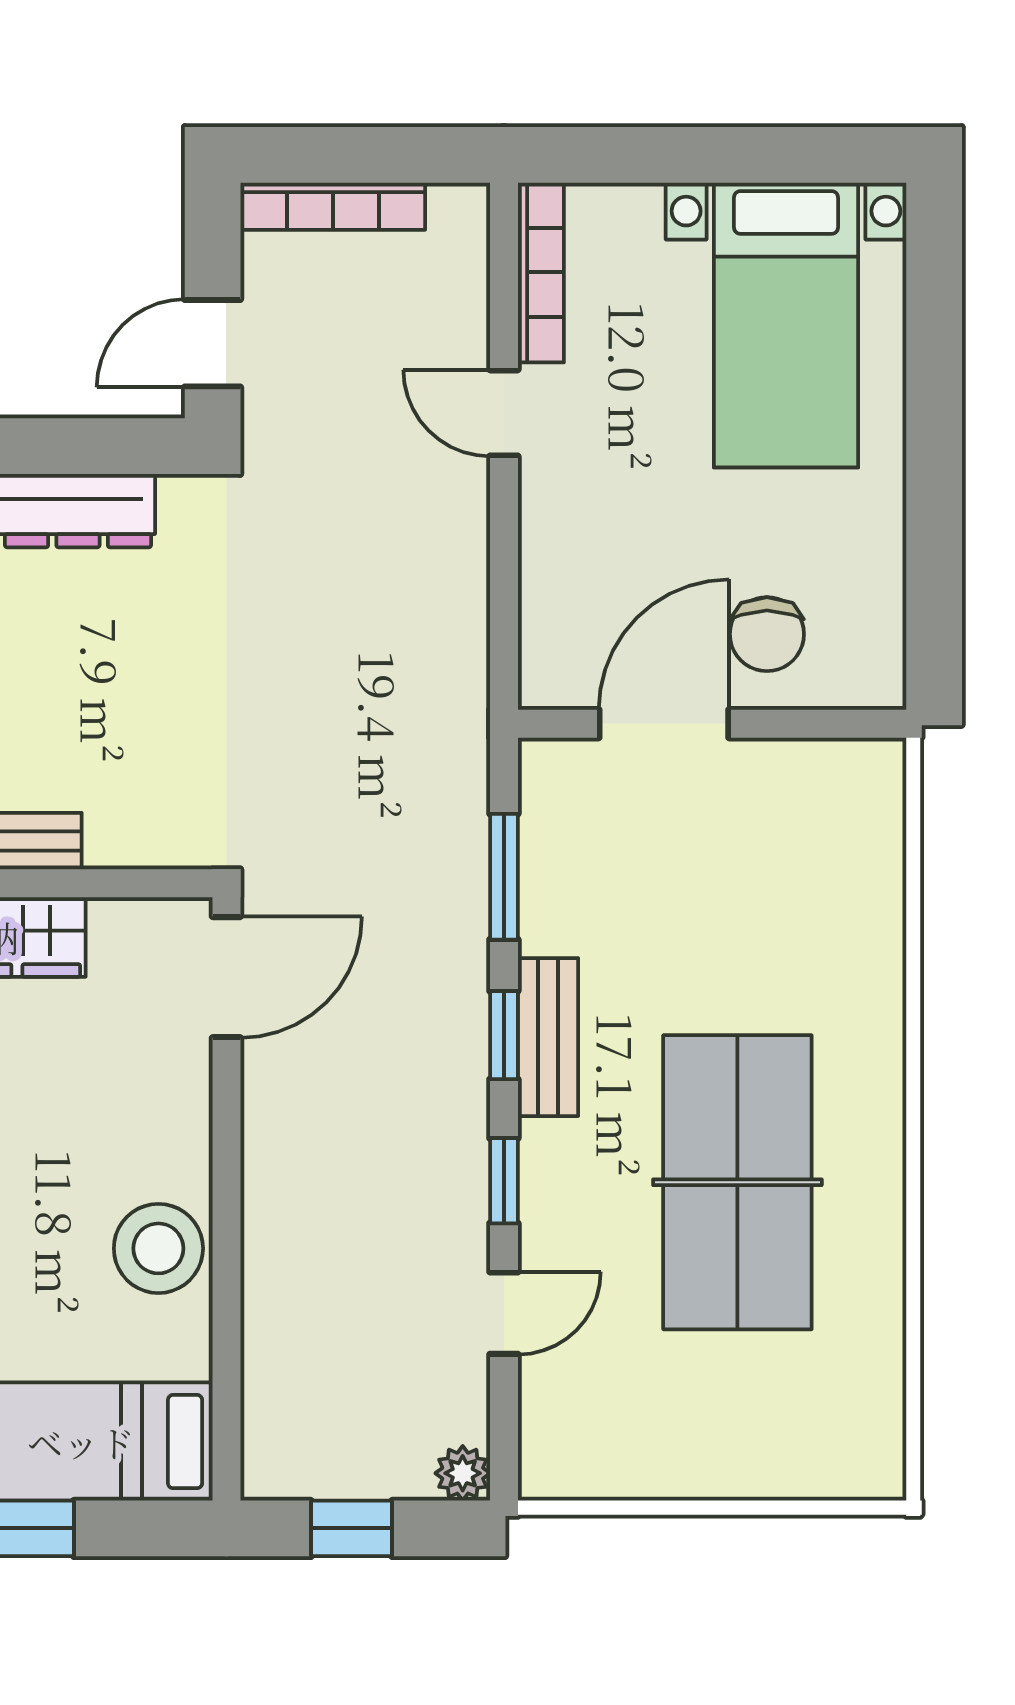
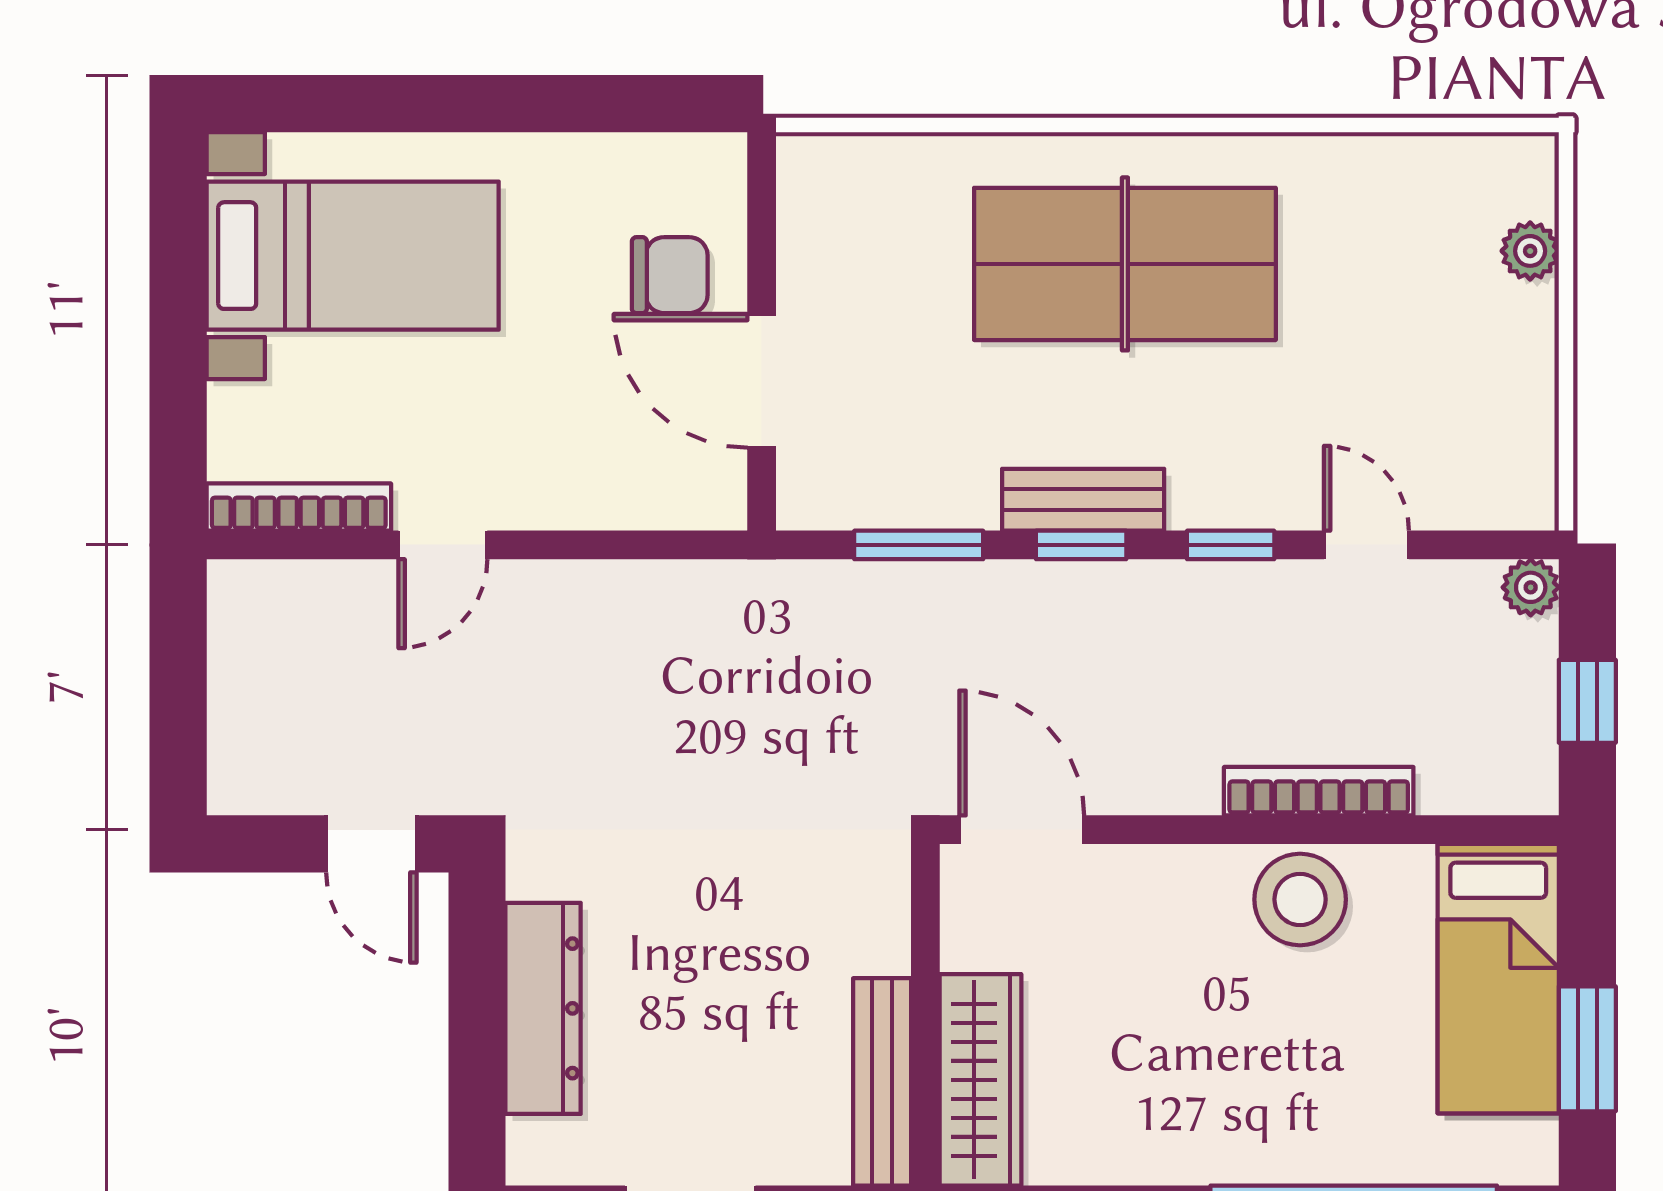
bookcase: (333, 206) -> (1319, 791), moved, turned -90
table tennis table: (737, 1182) -> (1125, 264), moved
plant: (791, 1473) -> (1530, 251), added

